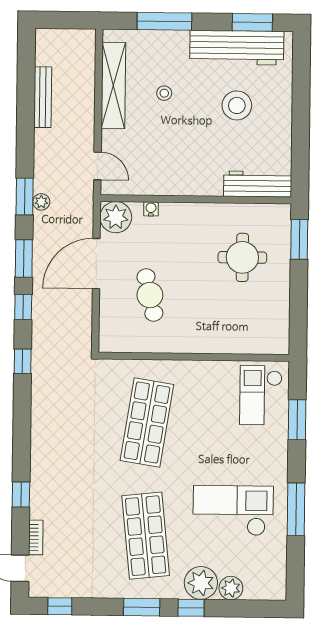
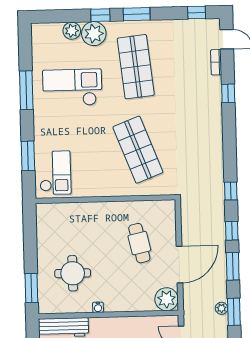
water cooler: (151, 209) -> (98, 307), moved
shop shelf: (147, 422) -> (138, 150), turned -30
checkout: (233, 511) -> (72, 88), turned 180

